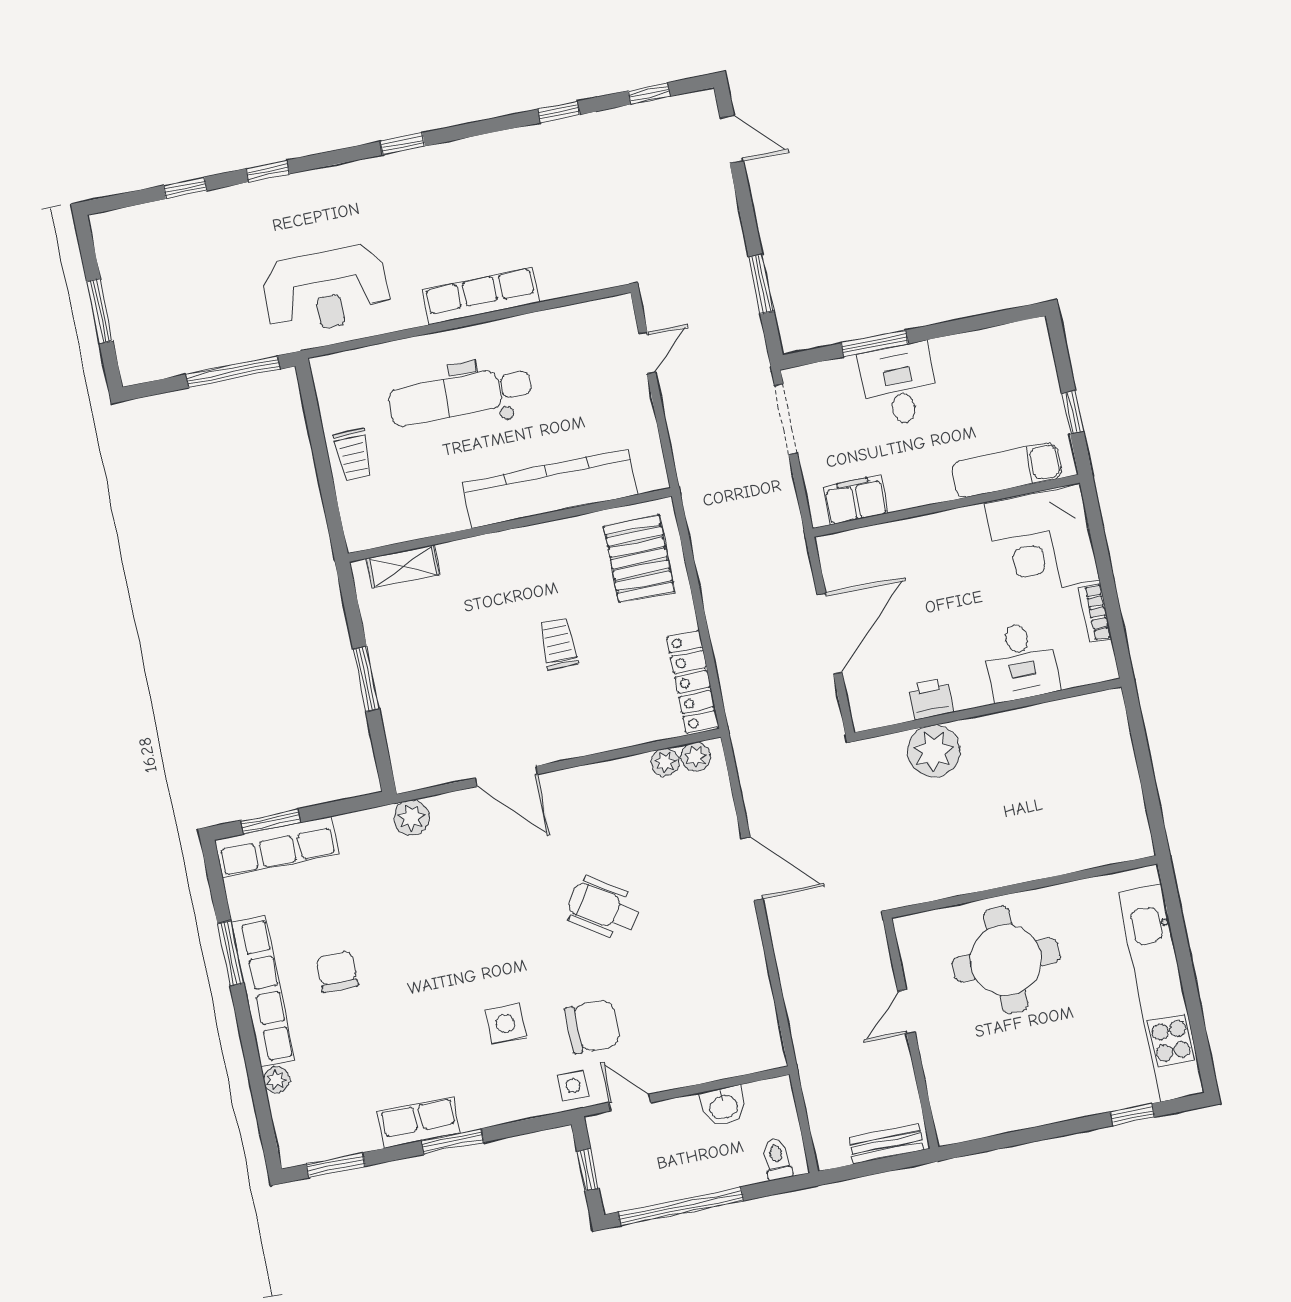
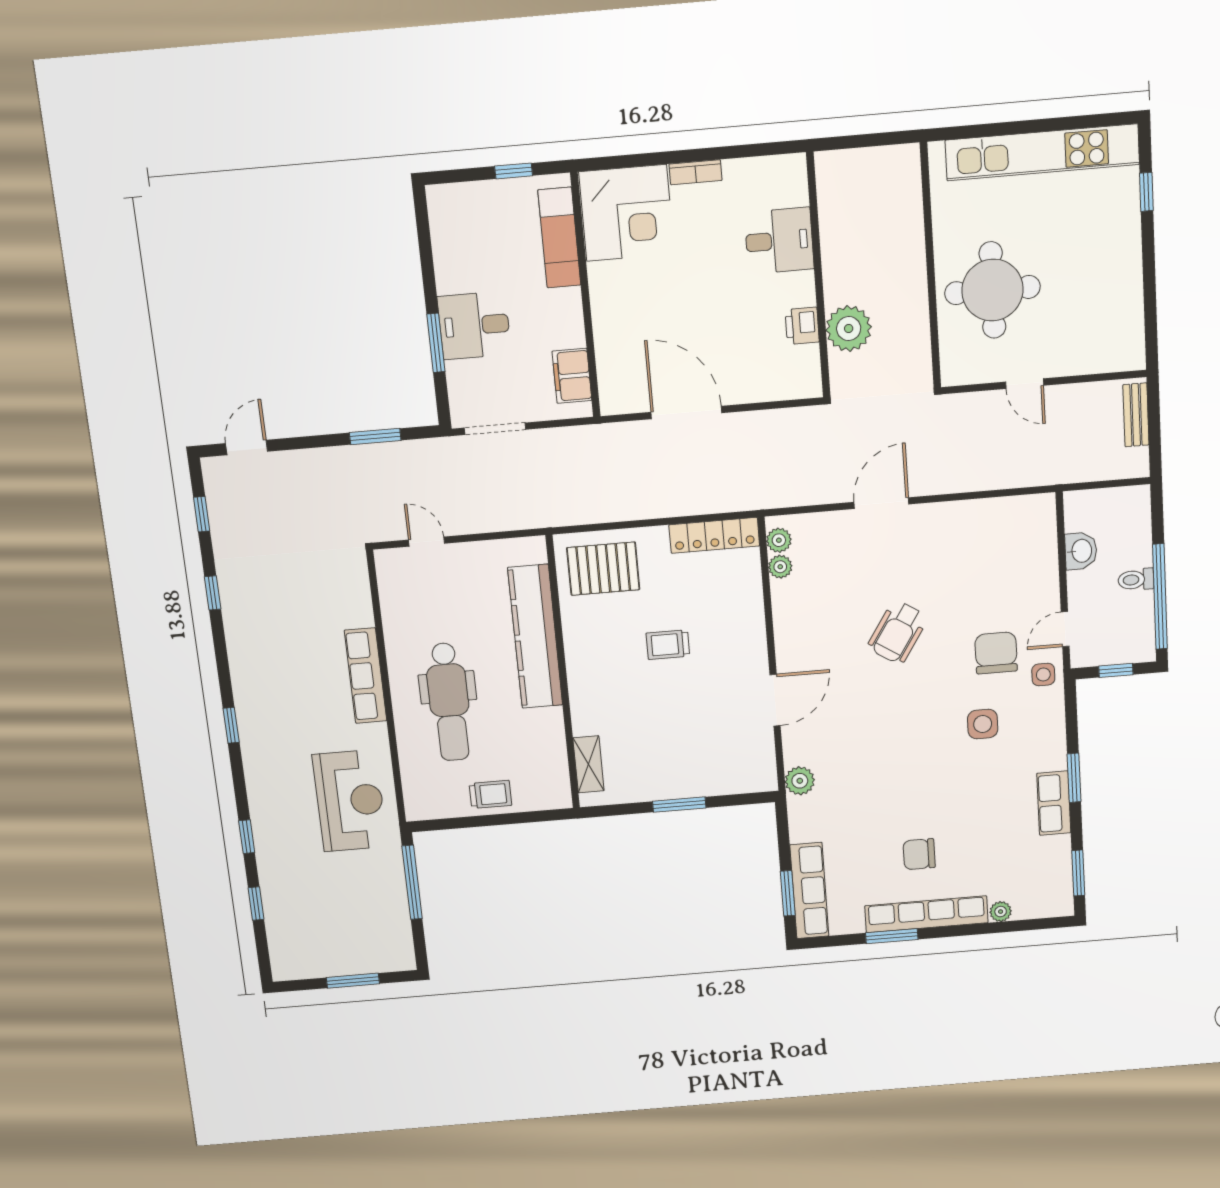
desk: (1021, 661) -> (779, 241), moved
printer: (931, 699) -> (802, 326), moved
wall: (988, 710) -> (818, 276), moved
plant: (934, 751) -> (849, 329), moved
toilet: (777, 1159) -> (1136, 580), moved

